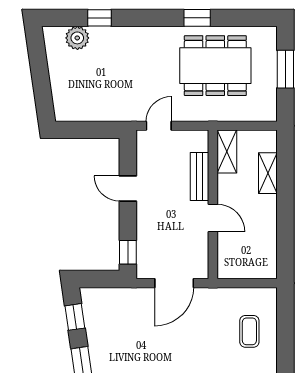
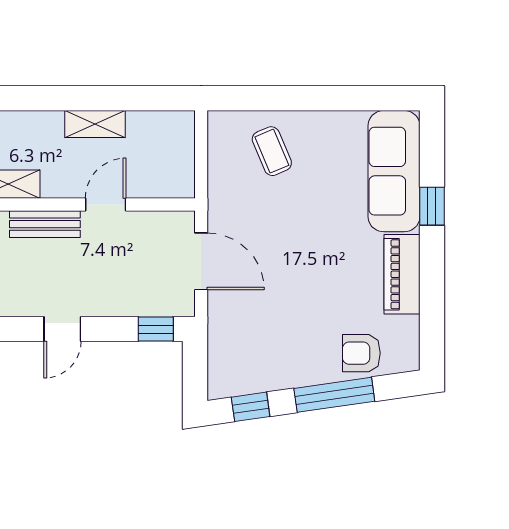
shelving: (268, 173) -> (95, 124), moved
coffee table: (249, 331) -> (272, 151), turned 67

